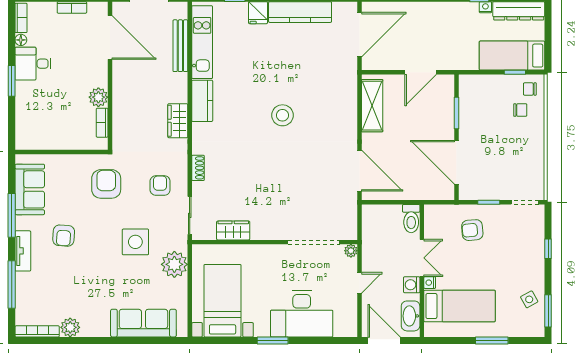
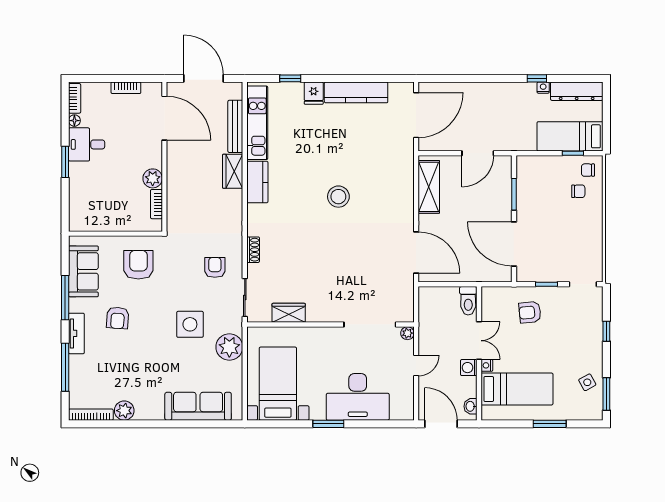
wardrobe: (178, 121) -> (233, 171), moved
armchair: (106, 184) -> (138, 265), moved
washbasin: (411, 316) -> (471, 406), width x0.52, depth x0.69

